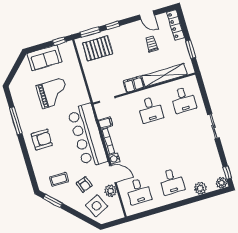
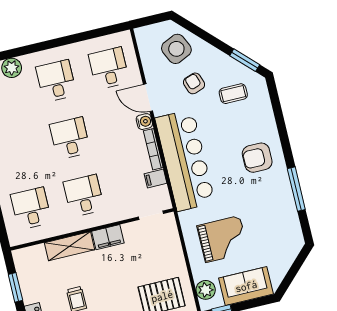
shelving: (164, 75) -> (70, 246), width x0.68
grand piano: (53, 93) -> (223, 239), moved, turned 180
desk: (161, 146) -> (70, 138), added
plant: (111, 191) -> (206, 290), moved

